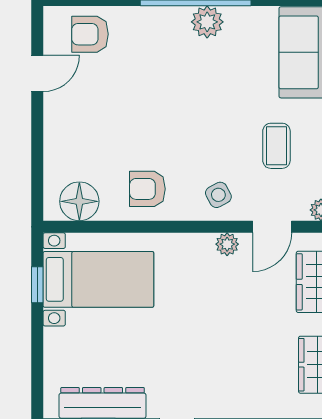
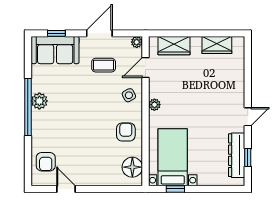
armchair: (147, 189) -> (126, 132), turned 180
door: (272, 227) -> (145, 67), swing flipped
plant: (227, 244) -> (154, 105), moved

